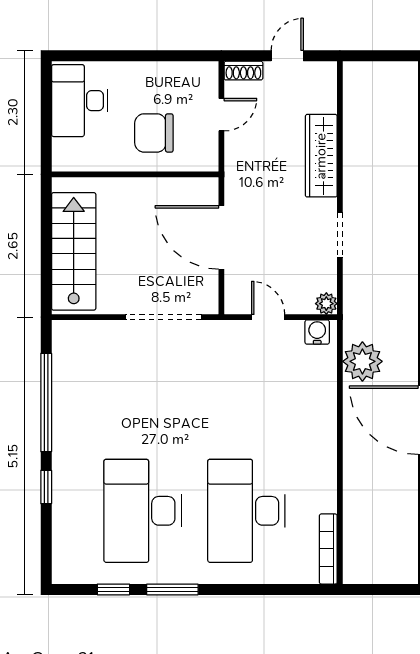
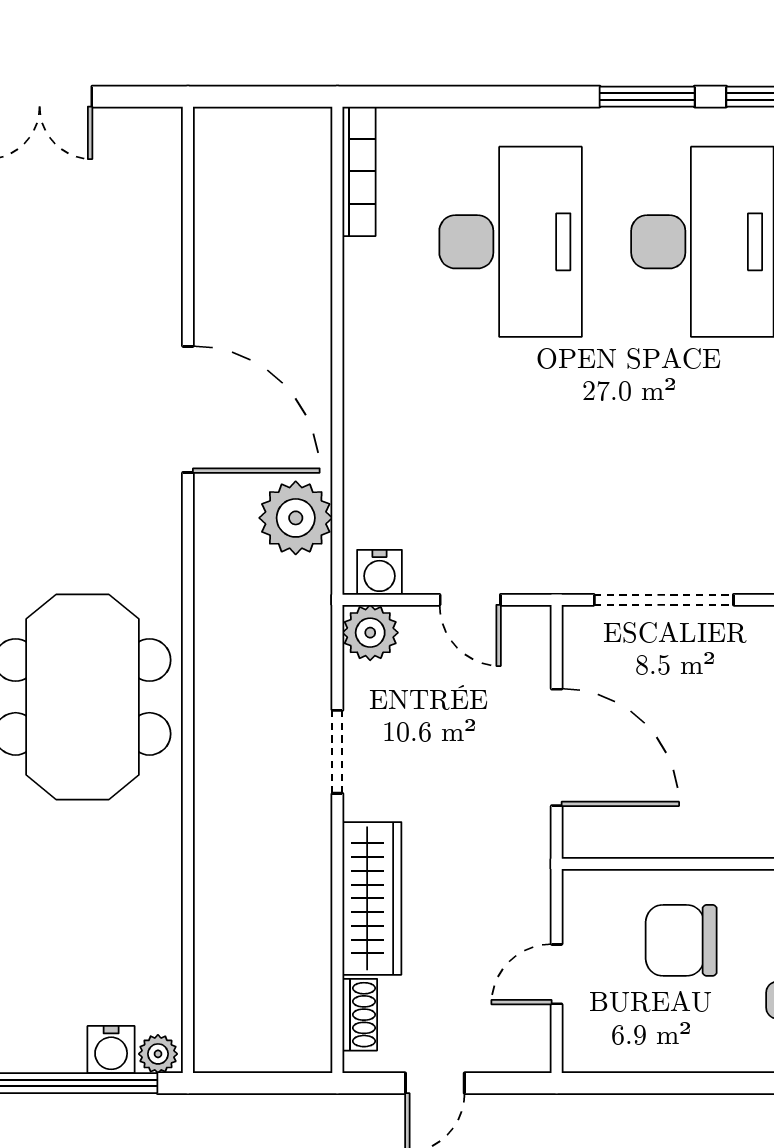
shoe rack: (243, 71) -> (360, 1015), moved, turned 90
chair: (154, 133) -> (681, 940), turned 180
plant: (326, 304) -> (370, 633), width x1.38, depth x1.38

